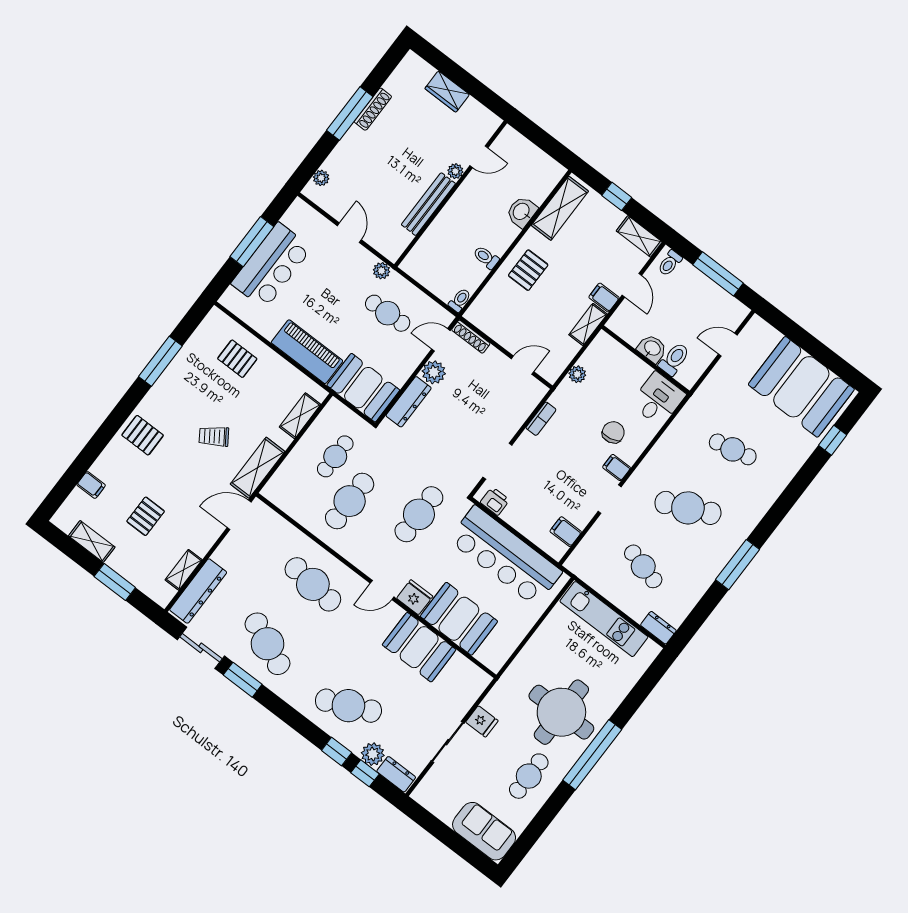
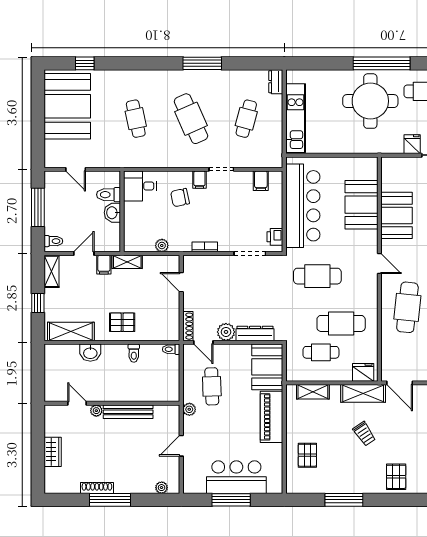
fridge: (415, 597) -> (363, 372), moved, turned 90

